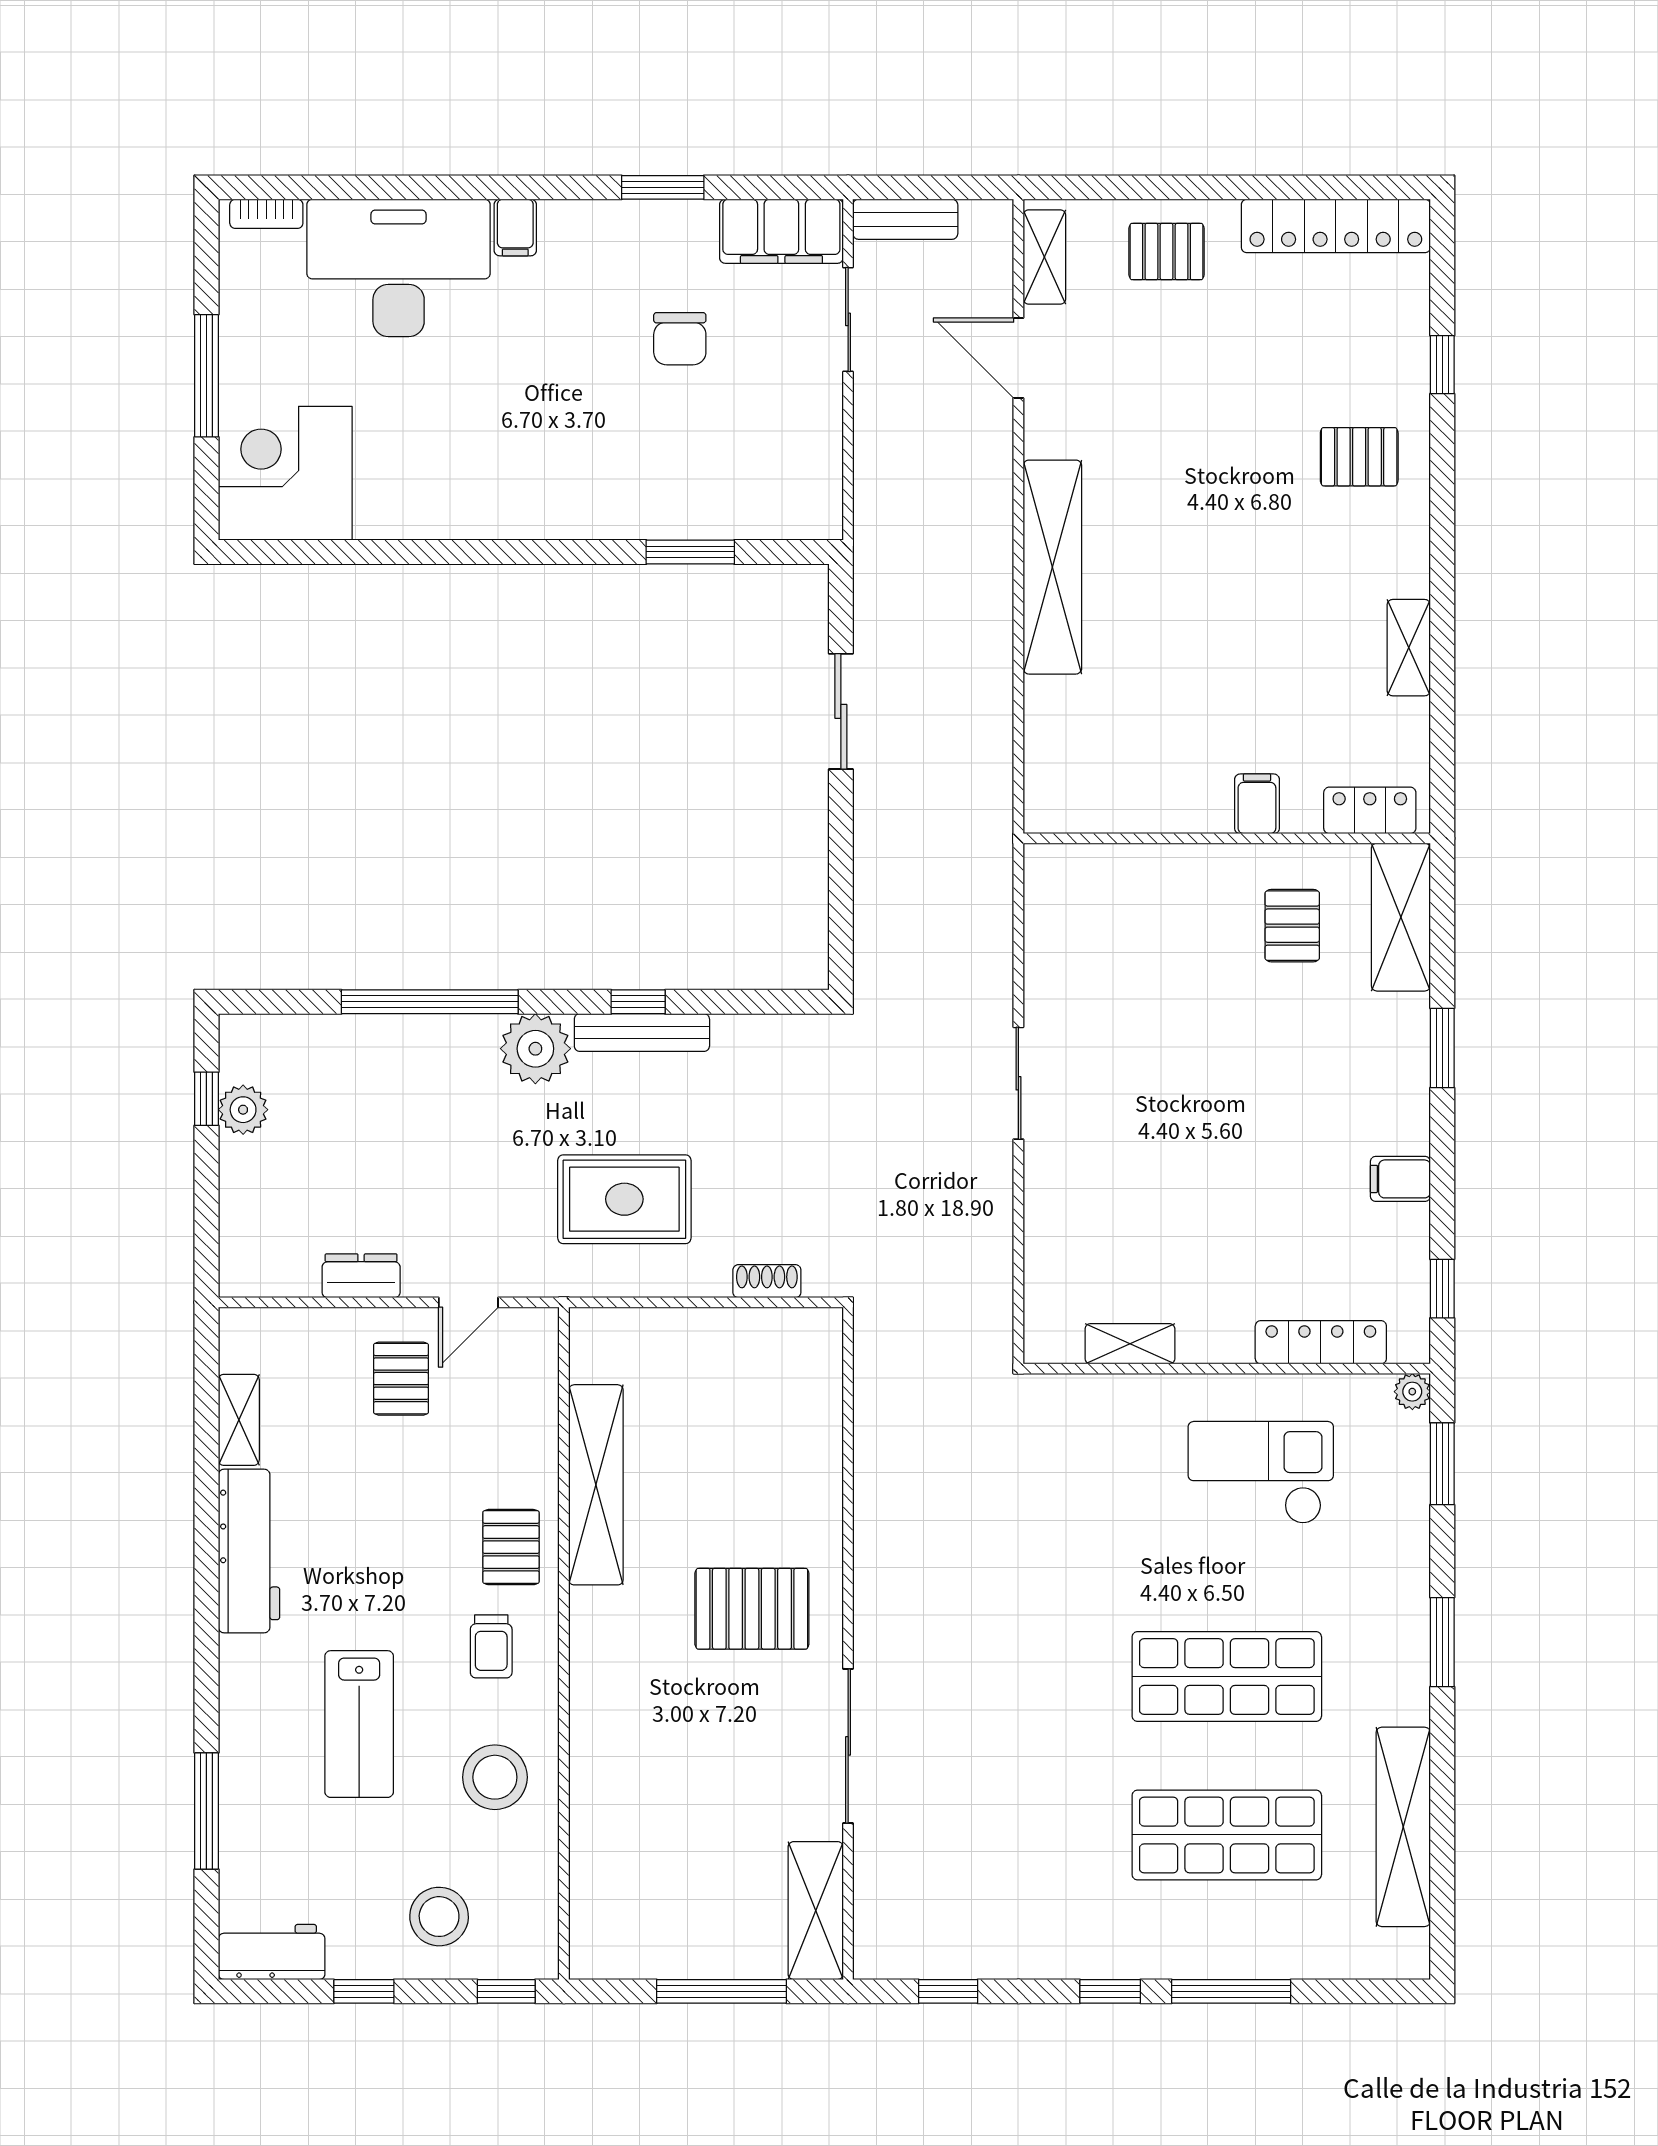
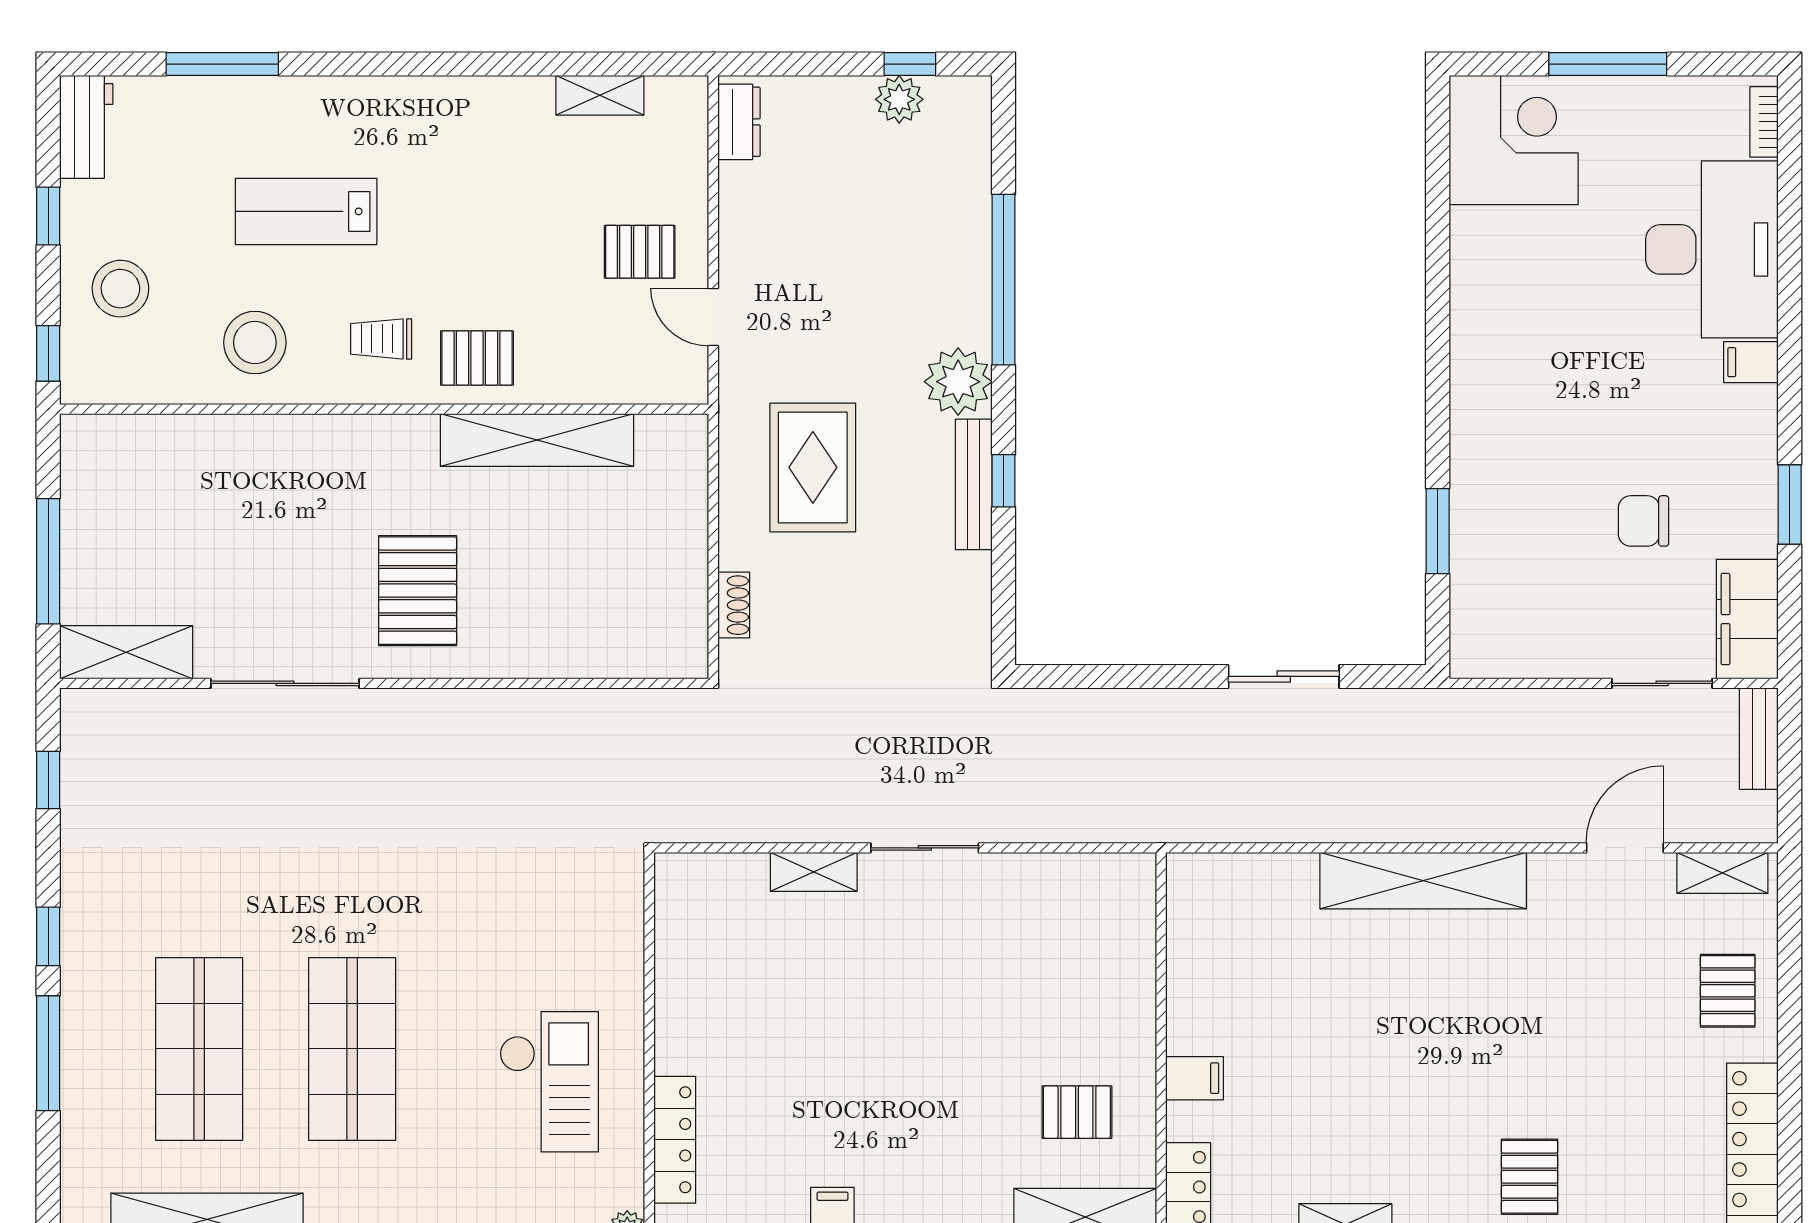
dresser: (361, 1276) -> (739, 122), moved
shelving: (1130, 1344) -> (814, 872), moved, turned 90
workbench: (249, 1551) -> (473, 105), removed

